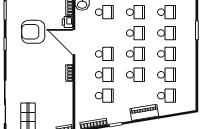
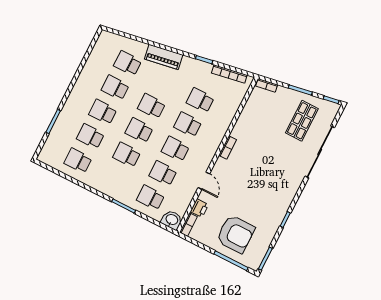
school desk: (135, 12) -> (163, 173), moved
armchair: (33, 32) -> (236, 234), moved
door: (74, 42) -> (204, 181), width x0.53

